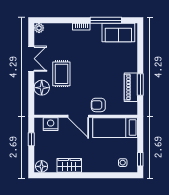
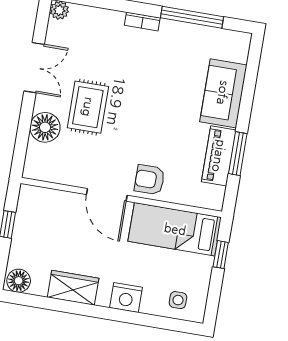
sofa: (118, 33) -> (223, 93), moved, turned 90
nightstand: (51, 124) -> (126, 298), moved, turned 180
window: (140, 159) -> (221, 255), moved

